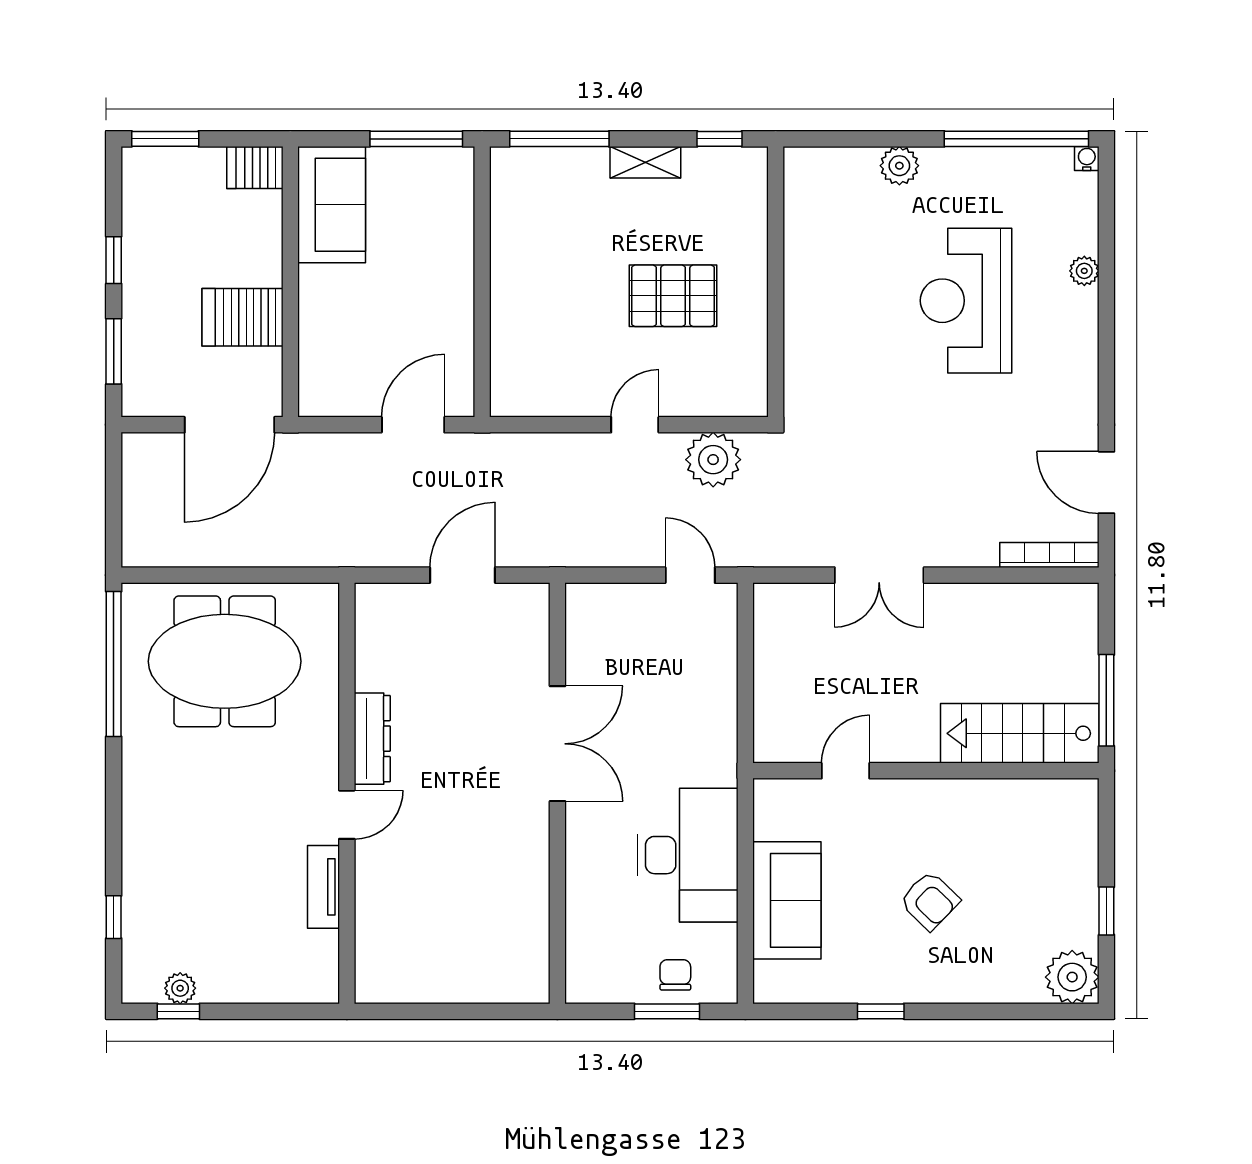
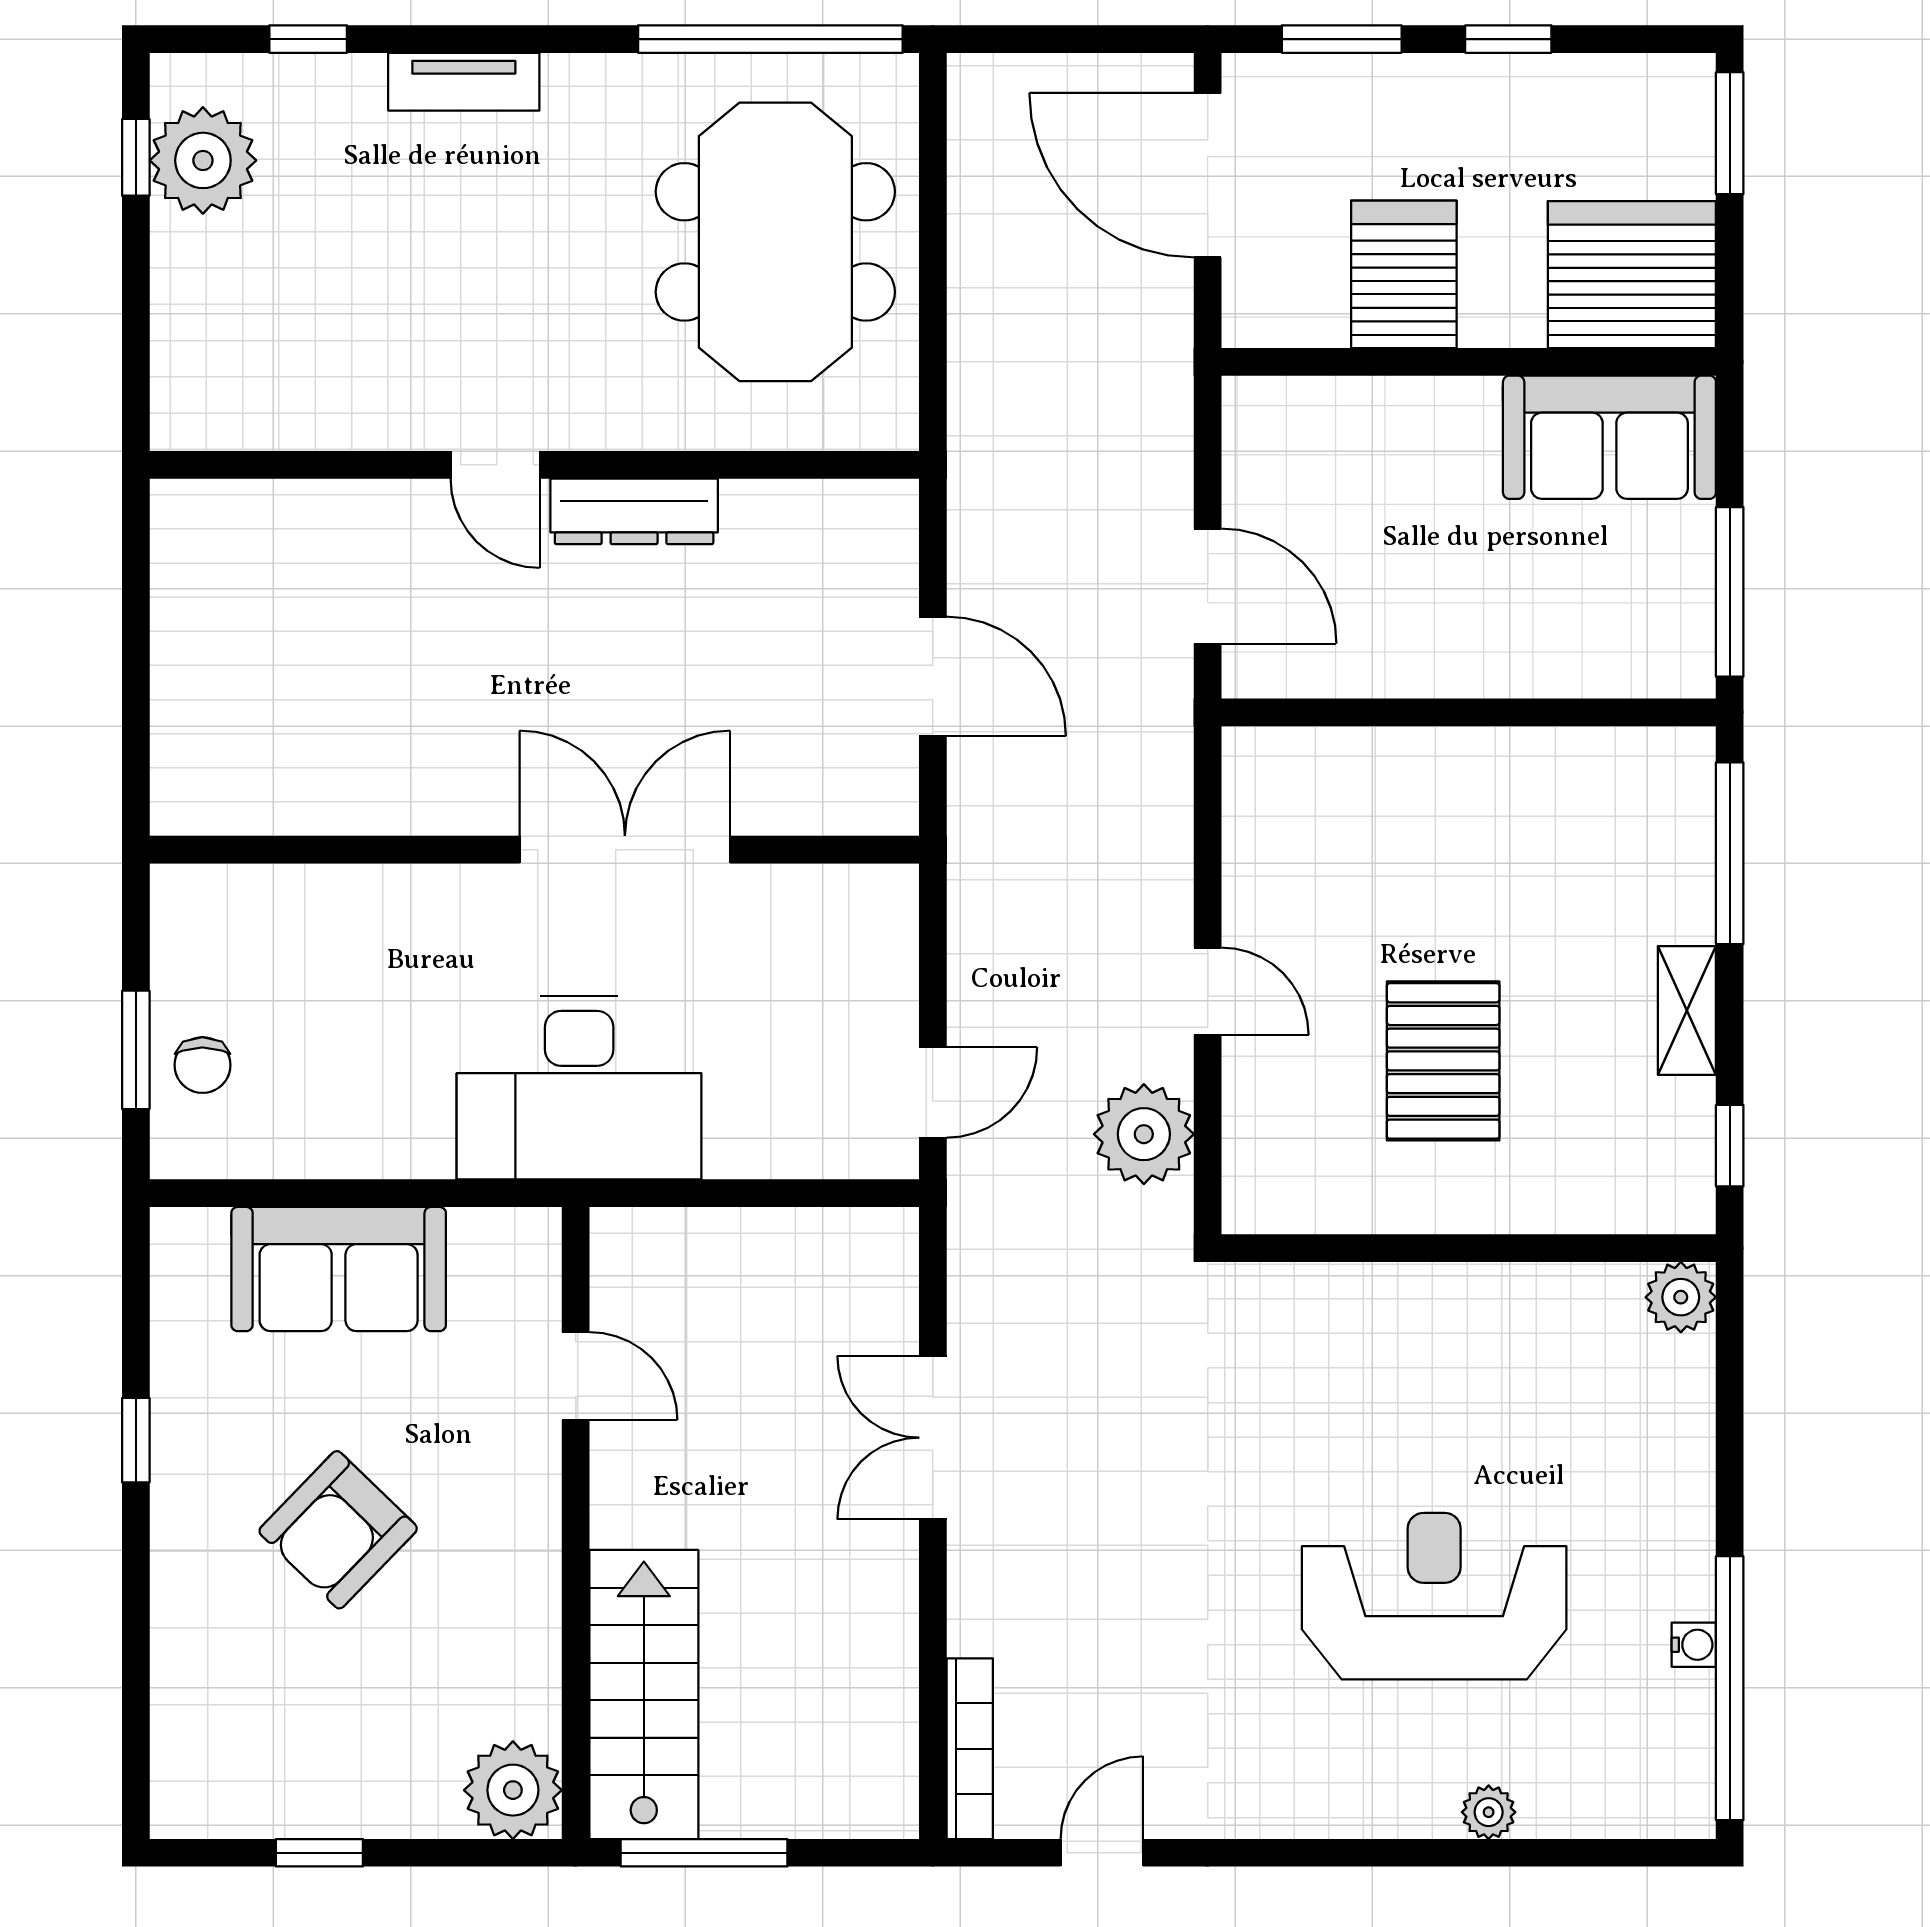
water cooler: (1087, 159) -> (1694, 1645), moved
plant: (899, 166) -> (1681, 1297), moved
server rack: (255, 167) -> (1632, 275), width x2.18, depth x1.44
door: (230, 425) -> (1208, 175), moved
door: (1106, 483) -> (1102, 1853), width x0.73
double door: (557, 744) -> (625, 850), swing flipped
desk: (688, 855) -> (579, 1088), moved
tv unit: (323, 887) -> (464, 82), moved, turned 180
armchair: (930, 901) -> (338, 1530), width x1.38, depth x1.38
chair: (675, 975) -> (202, 1065), turned 90
plant: (1072, 977) -> (513, 1790), moved
plant: (180, 988) -> (203, 160), width x1.87, depth x1.87

